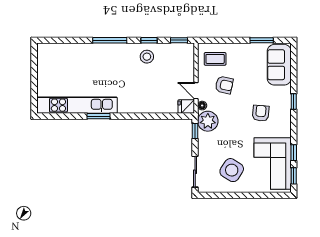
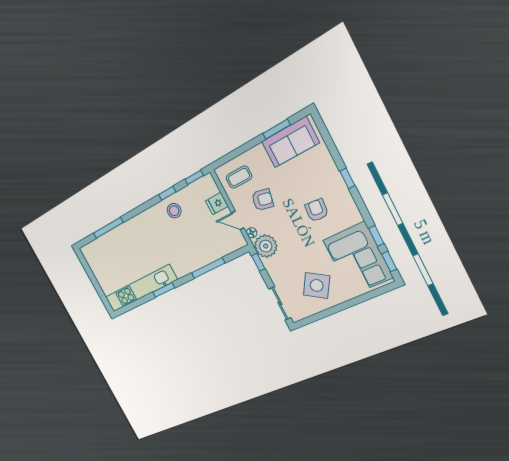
window: (110, 40) -> (108, 228), moved
sofa: (279, 65) -> (290, 142), moved, turned -90
fridge: (186, 107) -> (217, 204), moved
window: (150, 116) -> (208, 268), added

